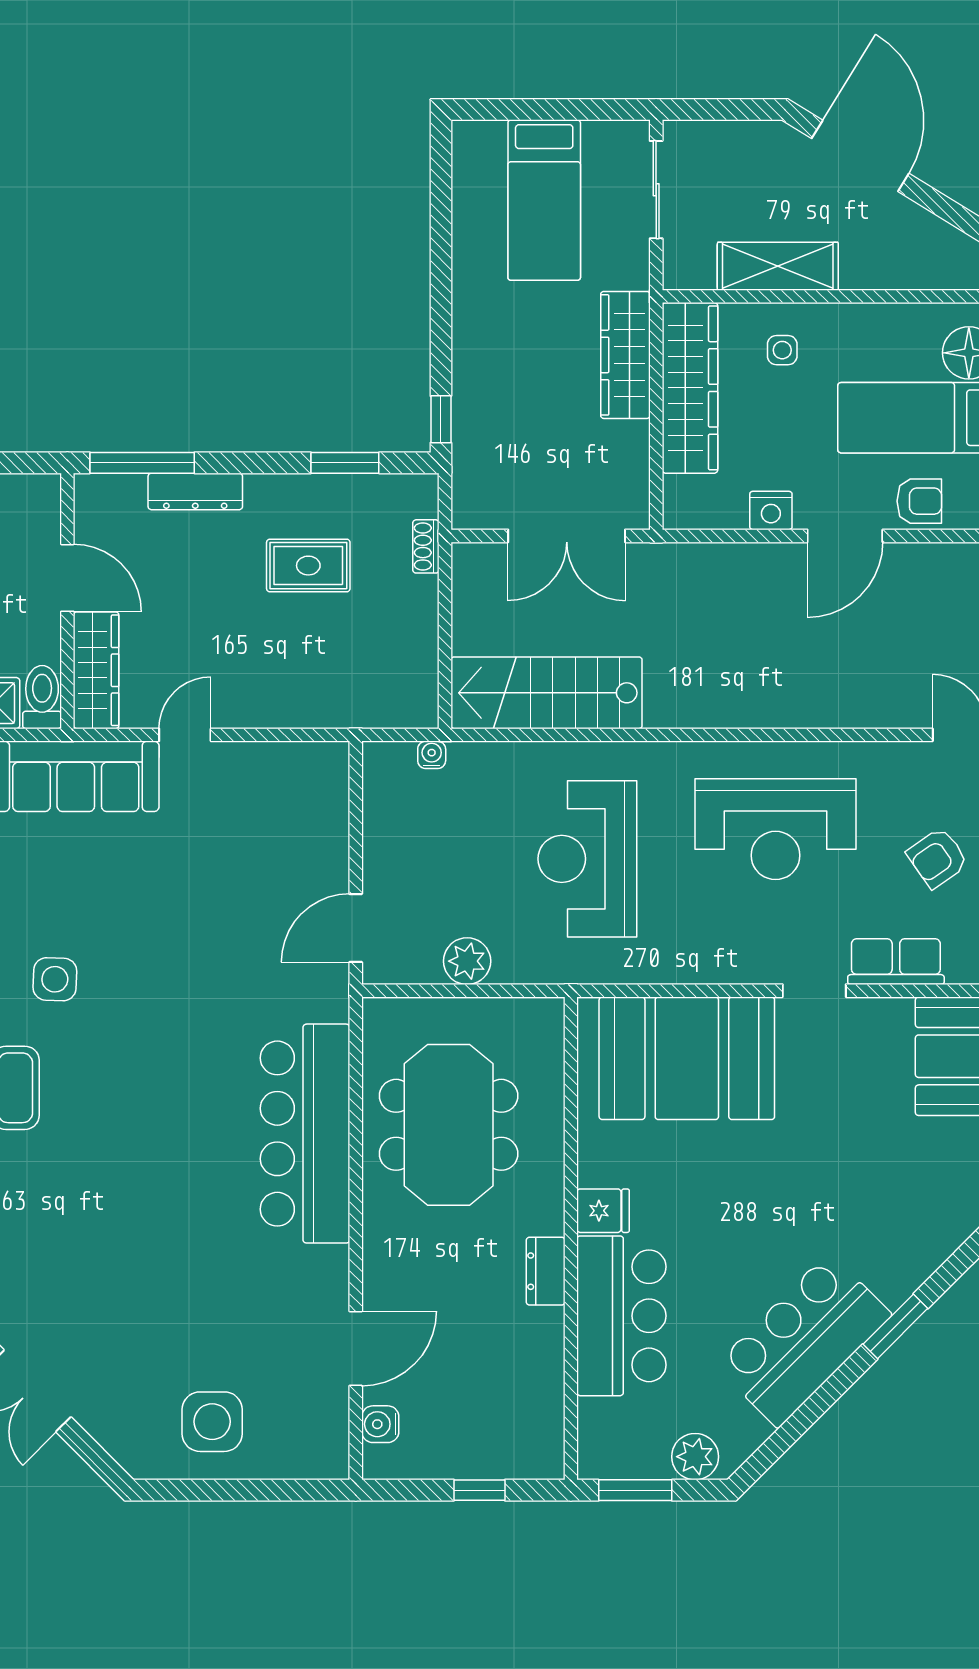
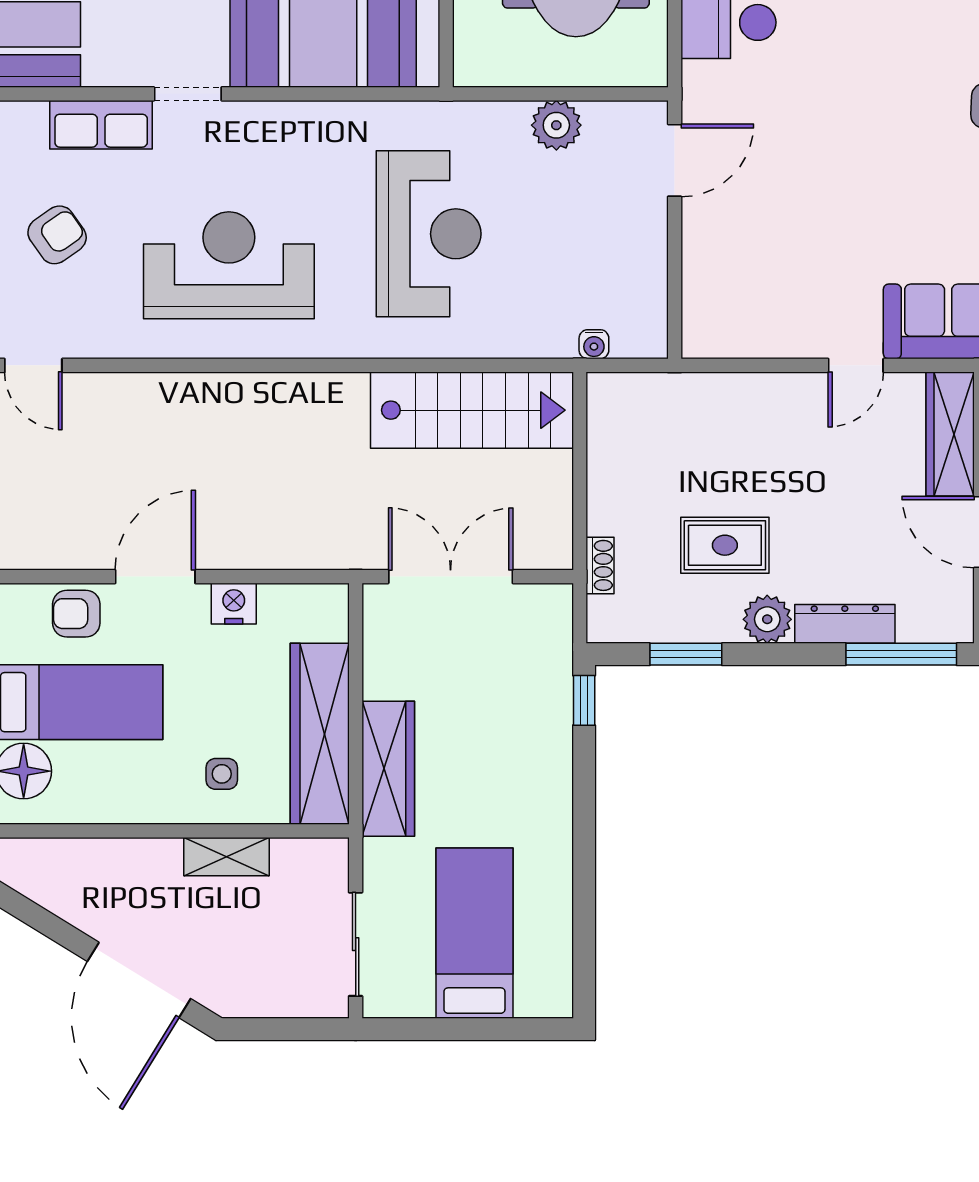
shelving: (778, 266) -> (227, 857), width x0.67, depth x0.75
plant: (268, 496) -> (767, 619), added

